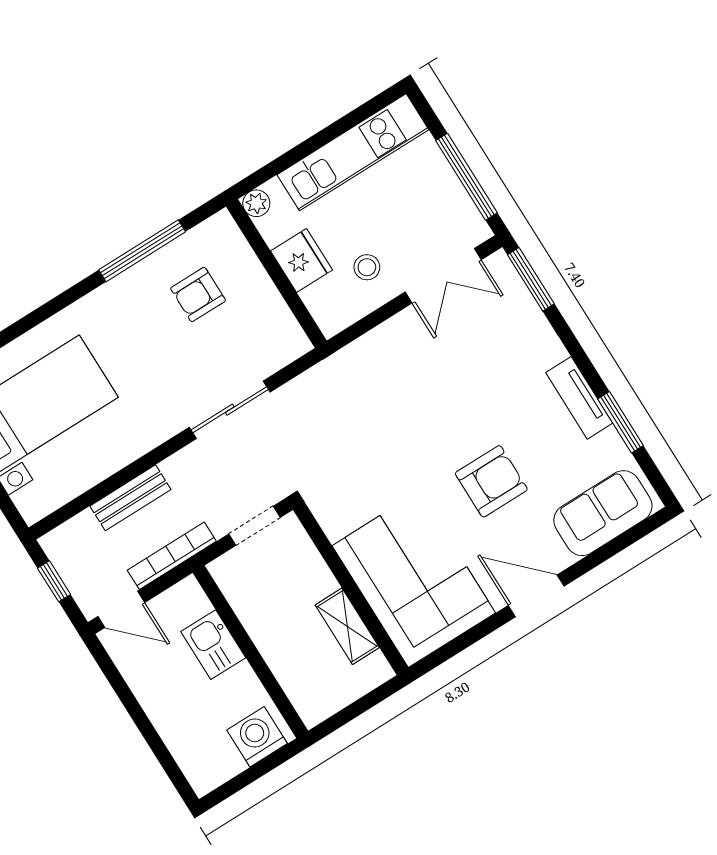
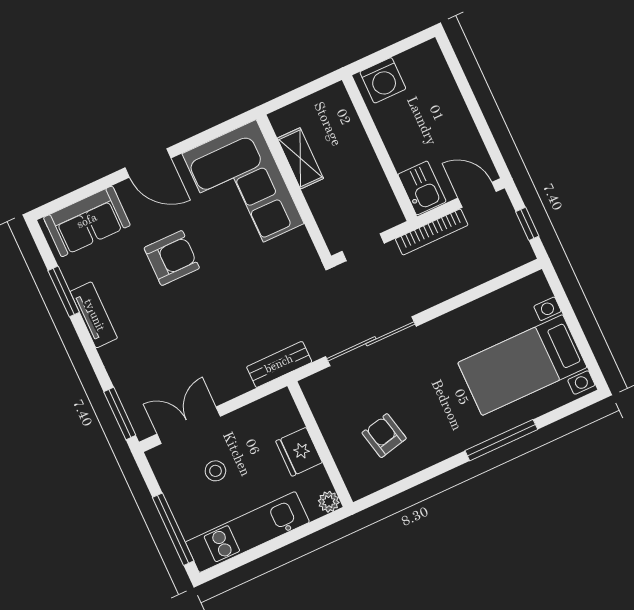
window: (466, 177) -> (173, 529), moved
window: (142, 251) -> (501, 440), moved
stool: (367, 267) -> (215, 471), moved
armchair: (198, 294) -> (384, 436), turned -103
sliding door: (230, 410) -> (371, 341), width x1.37
armchair: (491, 481) -> (172, 258), turned 180
bench: (130, 498) -> (279, 364), moved
kitchen sink: (213, 645) -> (422, 188), moved

